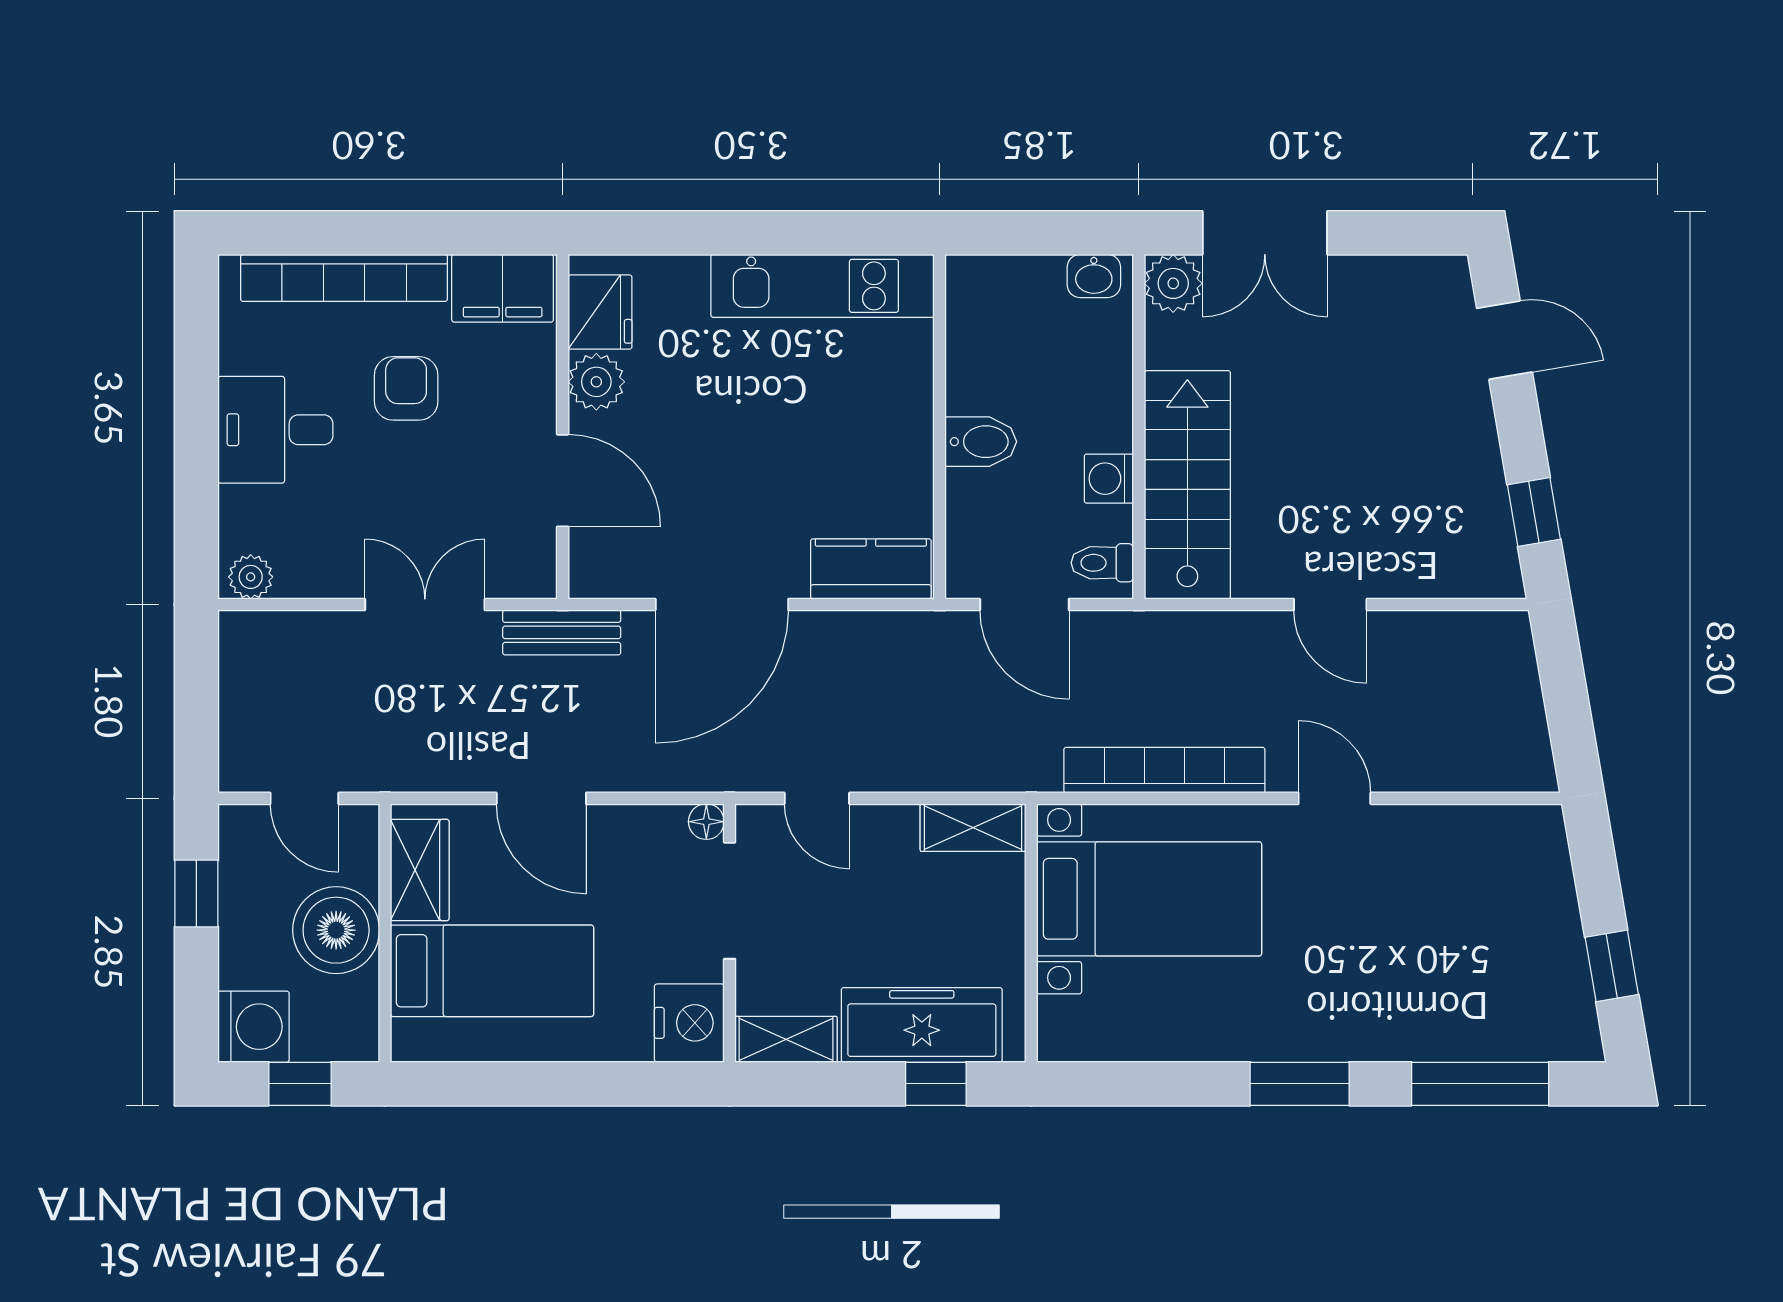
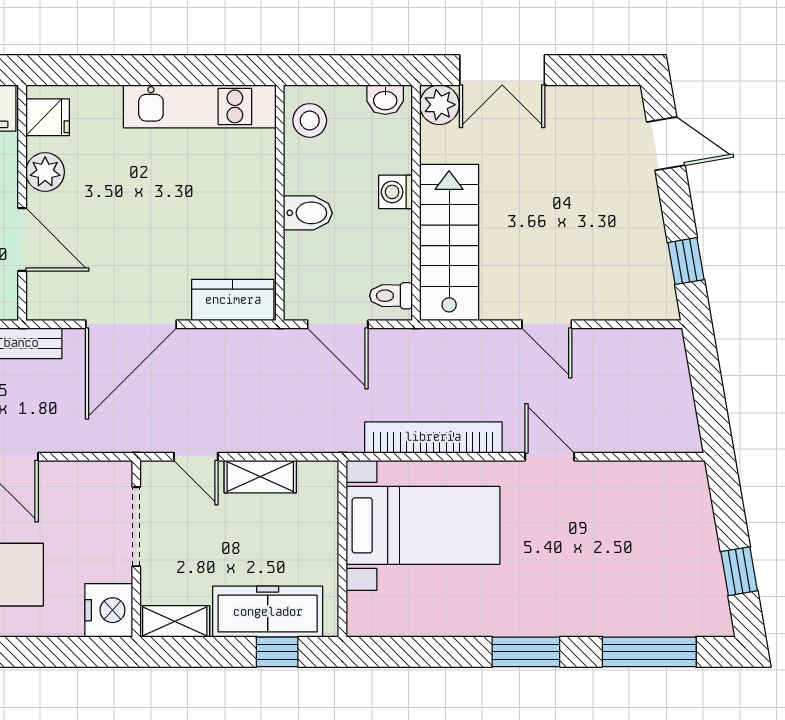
stool: (983, 306) -> (310, 120), added
fridge: (600, 312) -> (48, 117), width x0.72
washing machine: (1109, 479) -> (395, 192), moved
floor lamp: (706, 822) -> (120, 473), removed
shelving: (973, 828) -> (260, 477), moved

